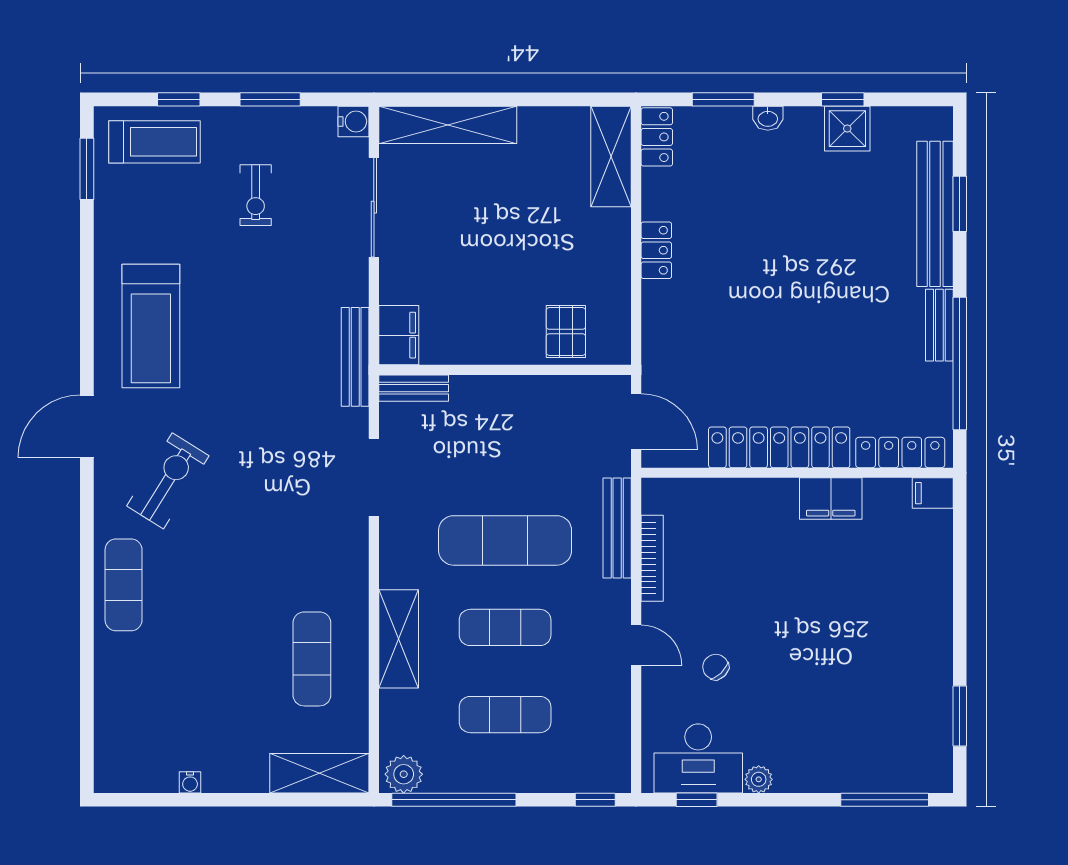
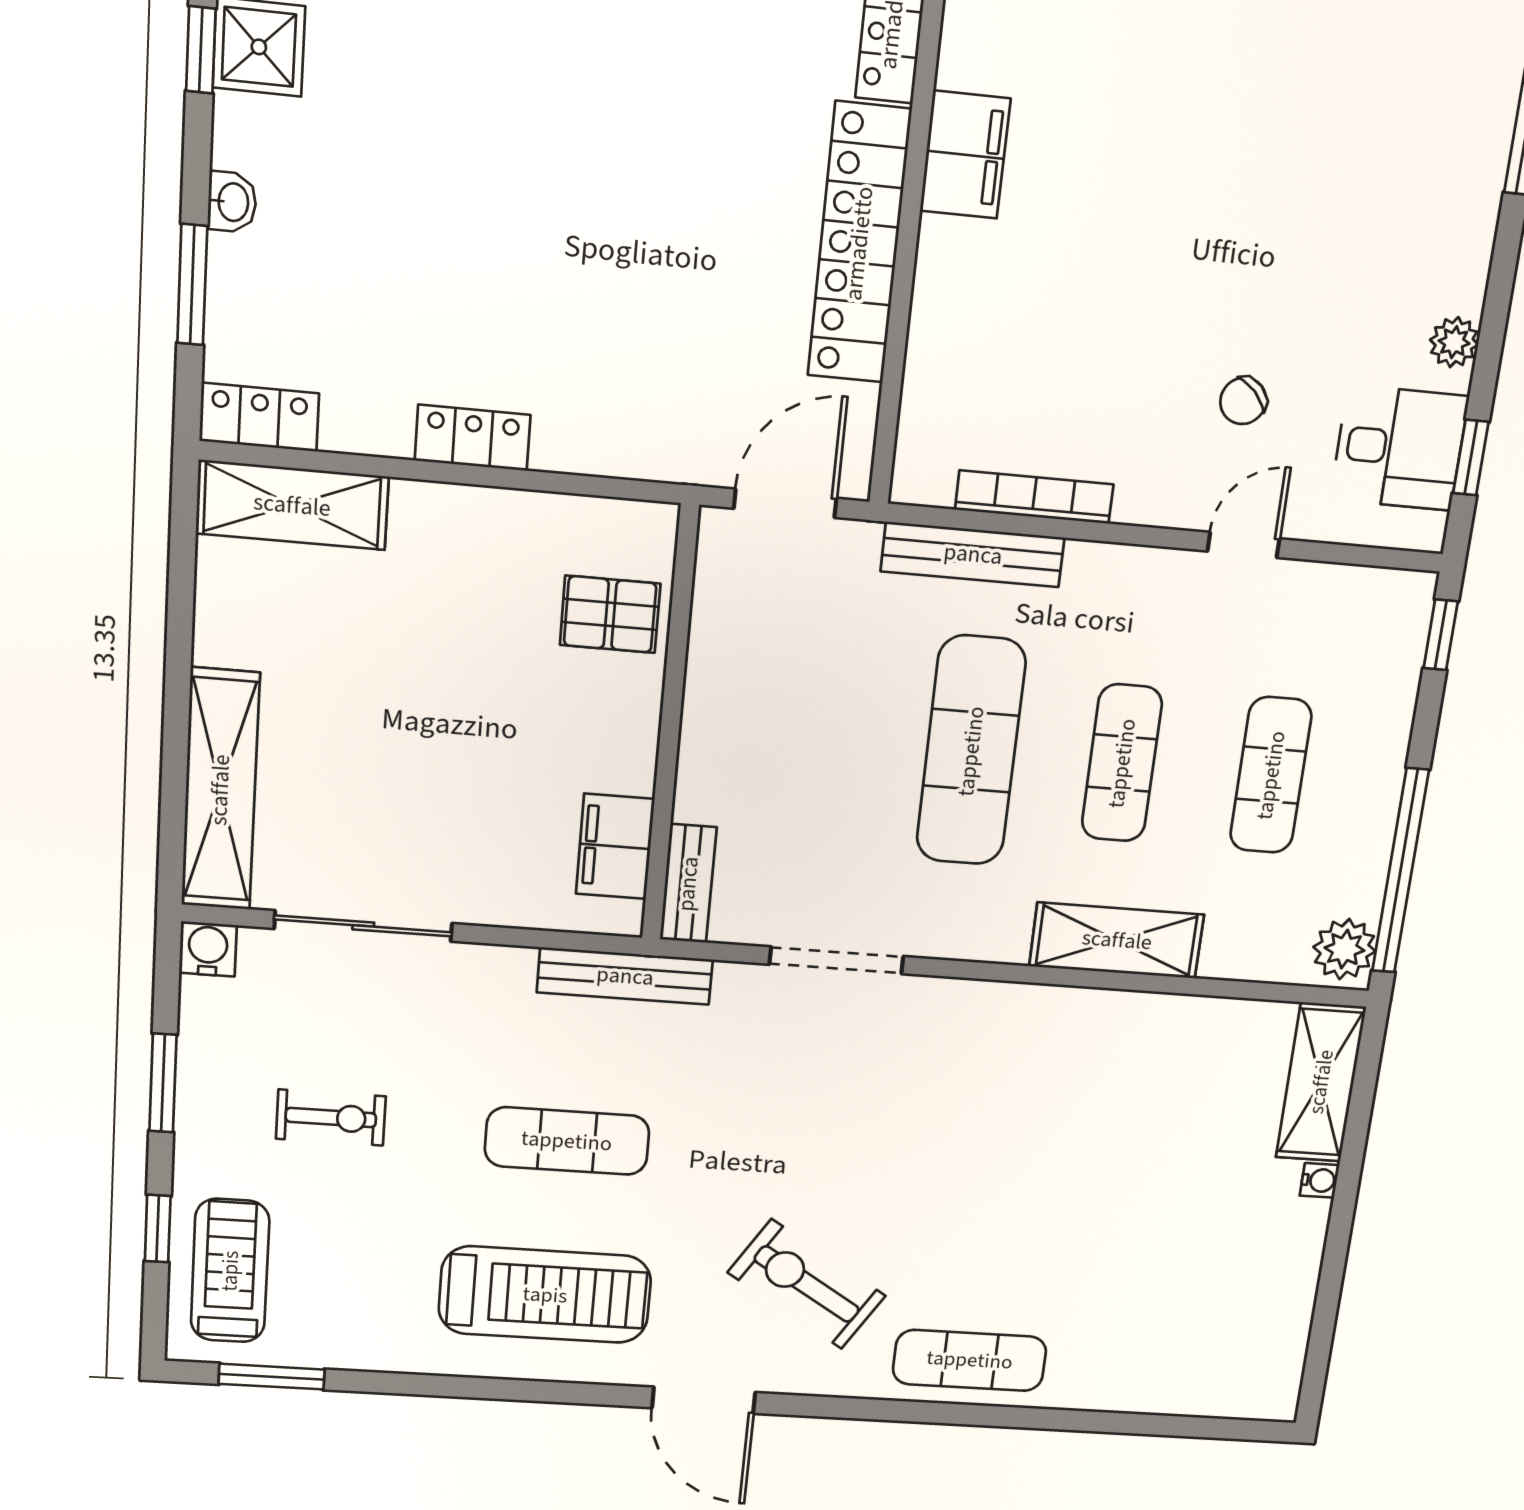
filing cabinet: (399, 335) -> (615, 846), moved, turned -90
door: (636, 645) -> (1243, 545), moved
exercise mat: (312, 659) -> (567, 1141), moved
desk: (698, 758) -> (1399, 448), width x0.73
water cooler: (190, 782) -> (1319, 1180), moved

